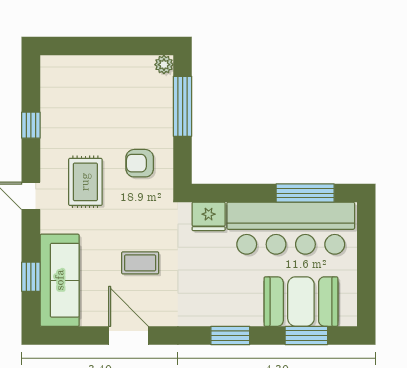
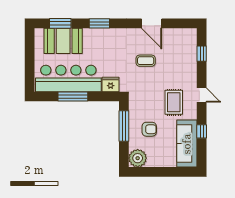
plant: (164, 65) -> (138, 158), width x1.88, depth x1.88
window: (183, 106) -> (124, 126), moved
armchair: (140, 163) -> (149, 129), moved
window: (305, 193) -> (73, 96), moved
sofa: (60, 280) -> (187, 144), moved

